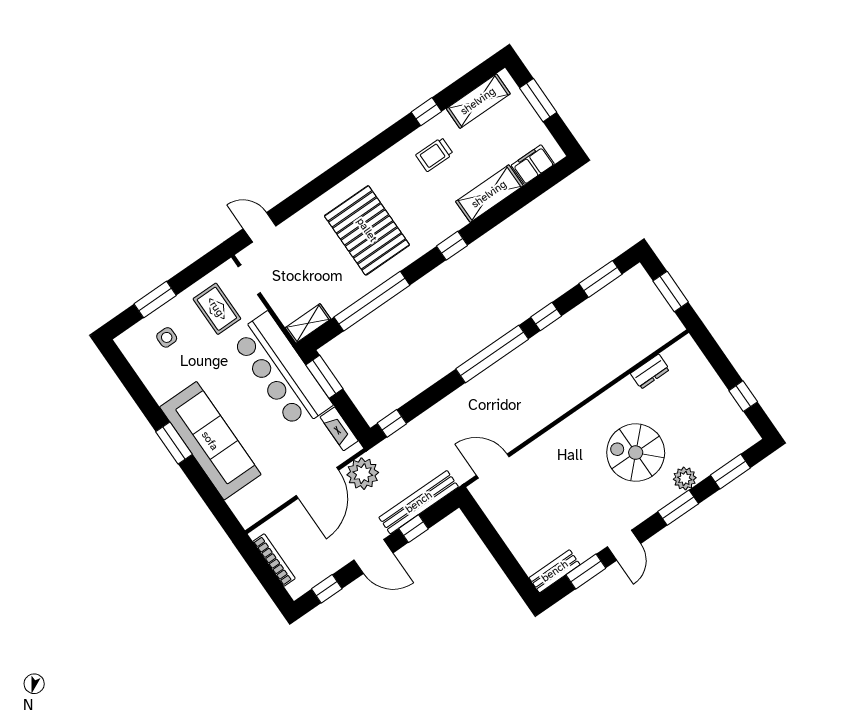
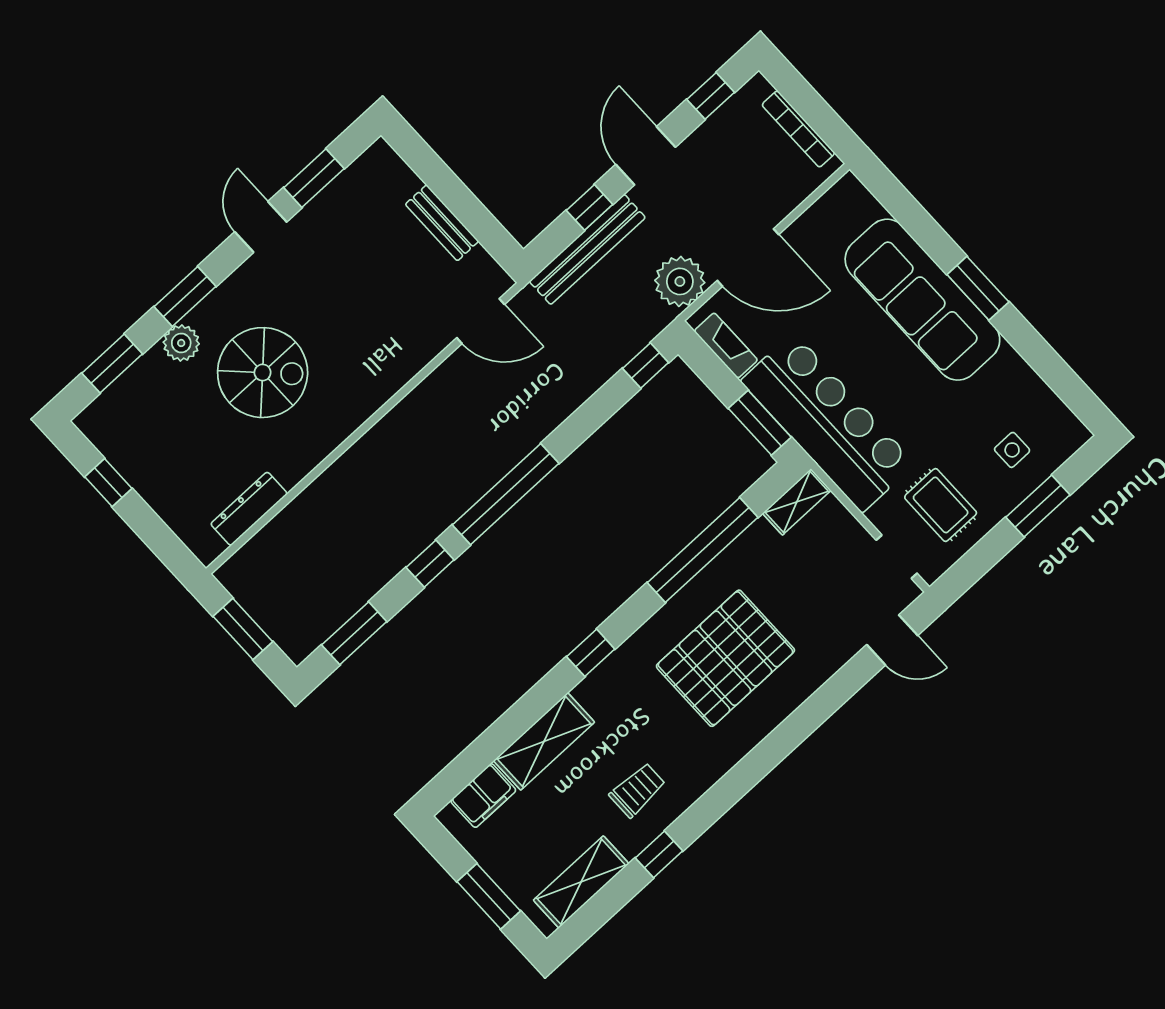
pallet: (367, 230) -> (725, 658), turned 90
dresser: (650, 372) -> (249, 509), width x1.44
door: (317, 483) -> (748, 258), swing flipped
door: (373, 556) -> (646, 156), hinge flipped
bench: (555, 571) -> (442, 223), moved, turned 90

